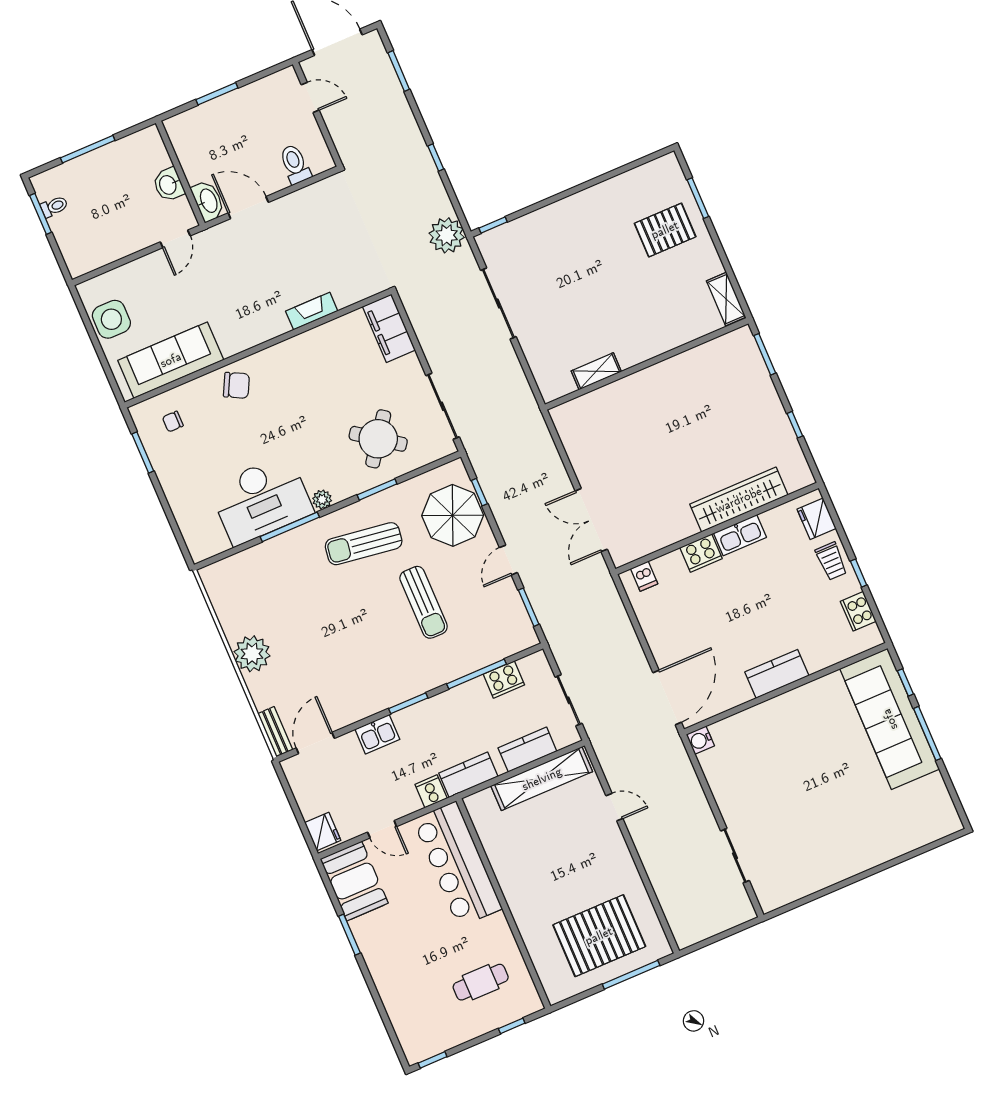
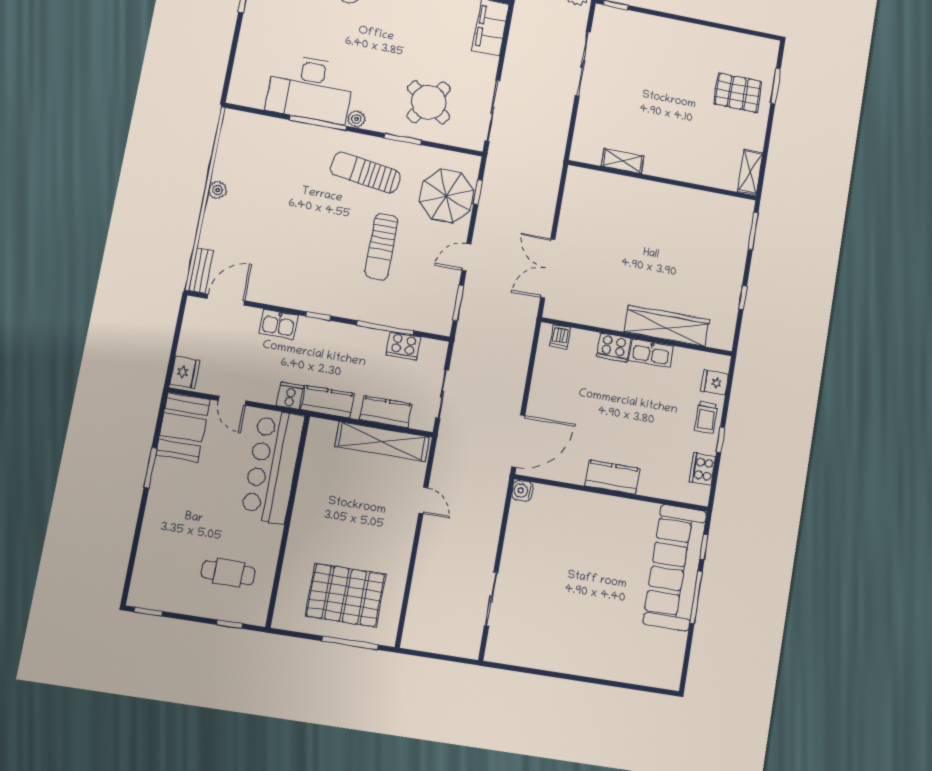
fridge: (817, 519) -> (714, 382), width x0.72
plant: (252, 654) -> (217, 190), width x0.53, depth x0.53
window: (408, 703) -> (318, 316), width x0.67

